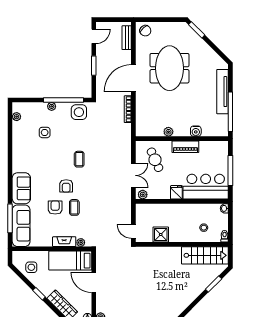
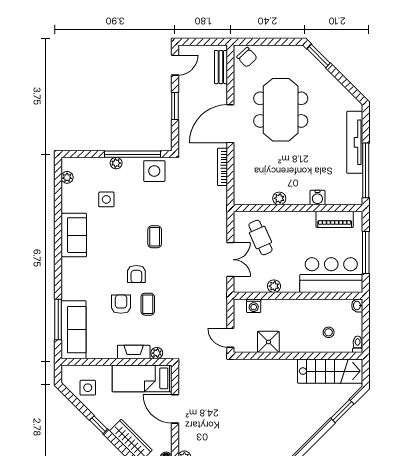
piano: (185, 147) -> (335, 219), moved
sofa: (21, 188) -> (74, 235), moved
fridge: (176, 192) -> (290, 283), removed
plant: (143, 195) -> (274, 286), moved
washing machine: (150, 209) -> (254, 306), added

